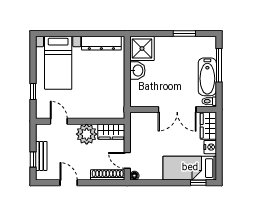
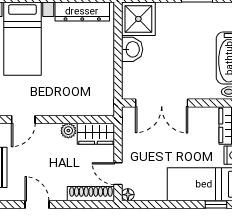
double door: (177, 109) -> (162, 103), moved
door: (59, 121) -> (23, 119), swing flipped
plant: (87, 134) -> (68, 131), width x0.53, depth x0.53

